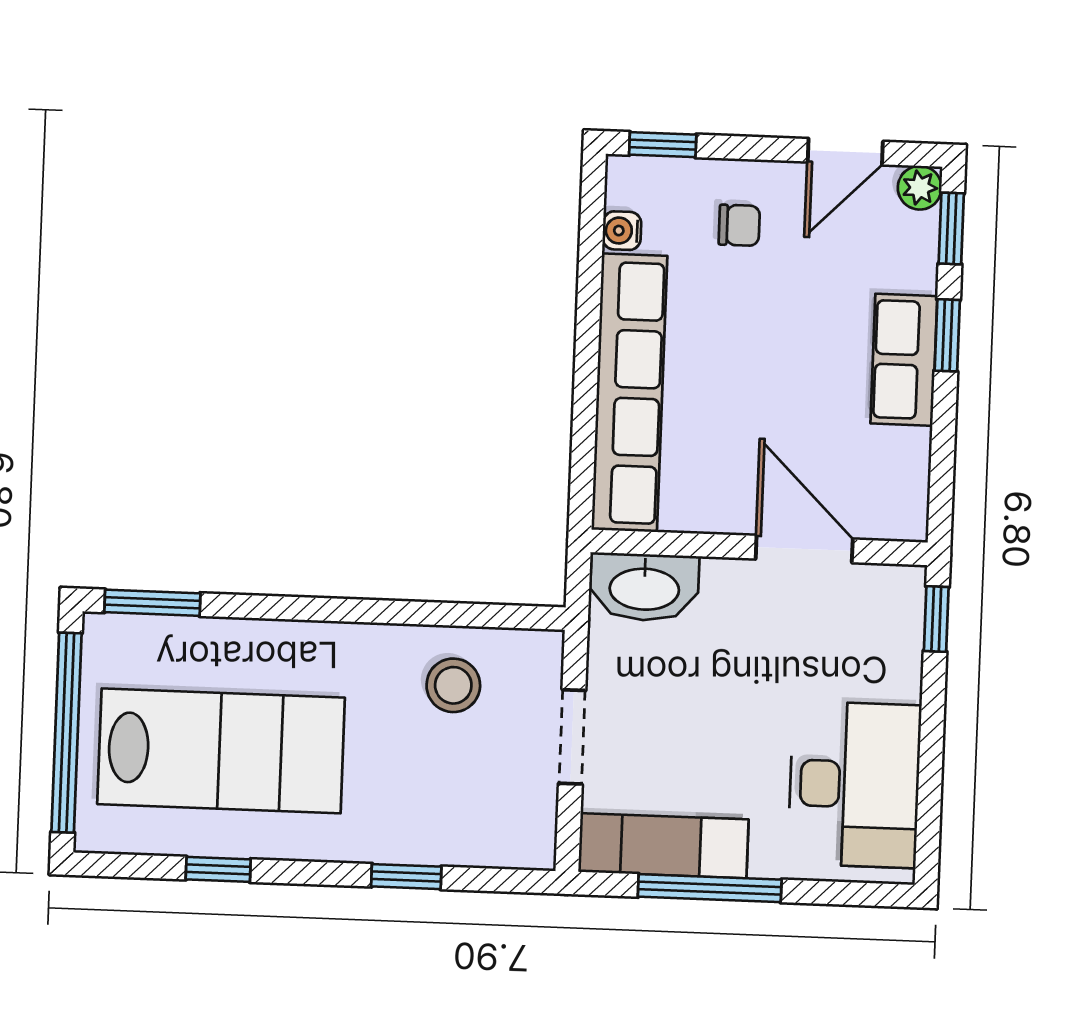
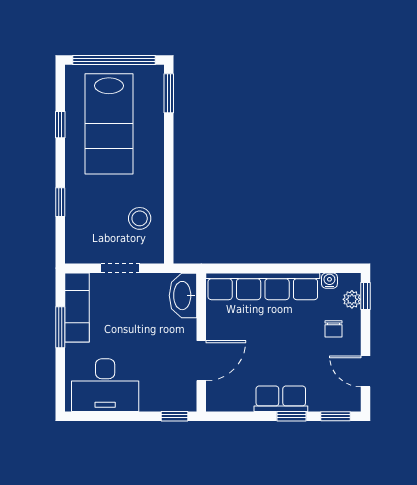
plant: (920, 188) -> (352, 299), moved
window: (710, 888) -> (60, 327), width x0.69

